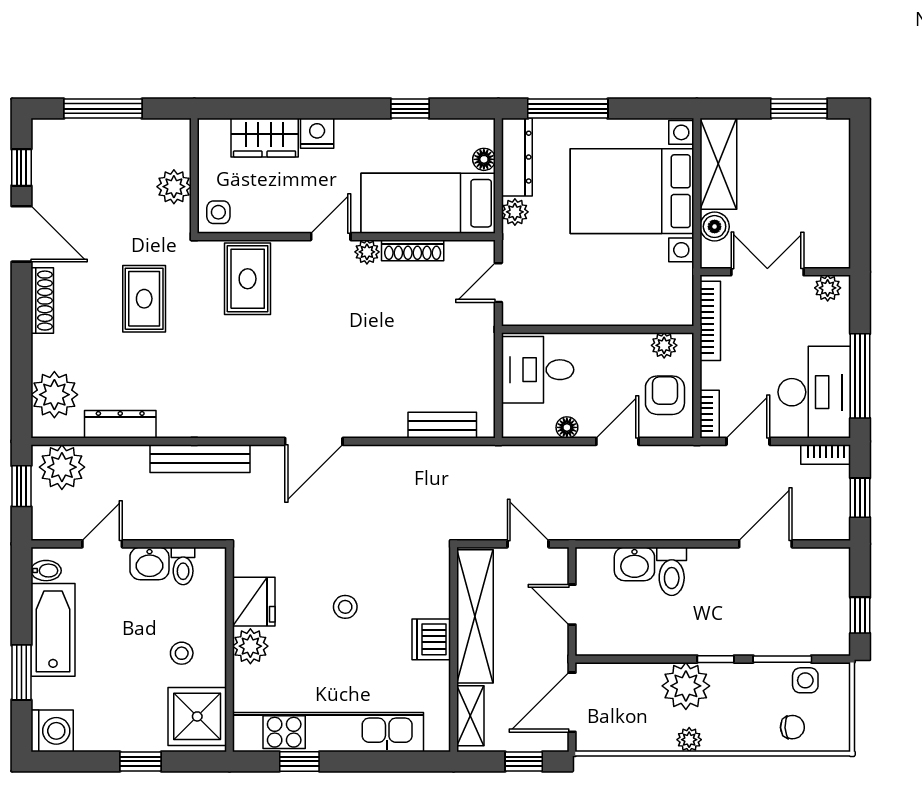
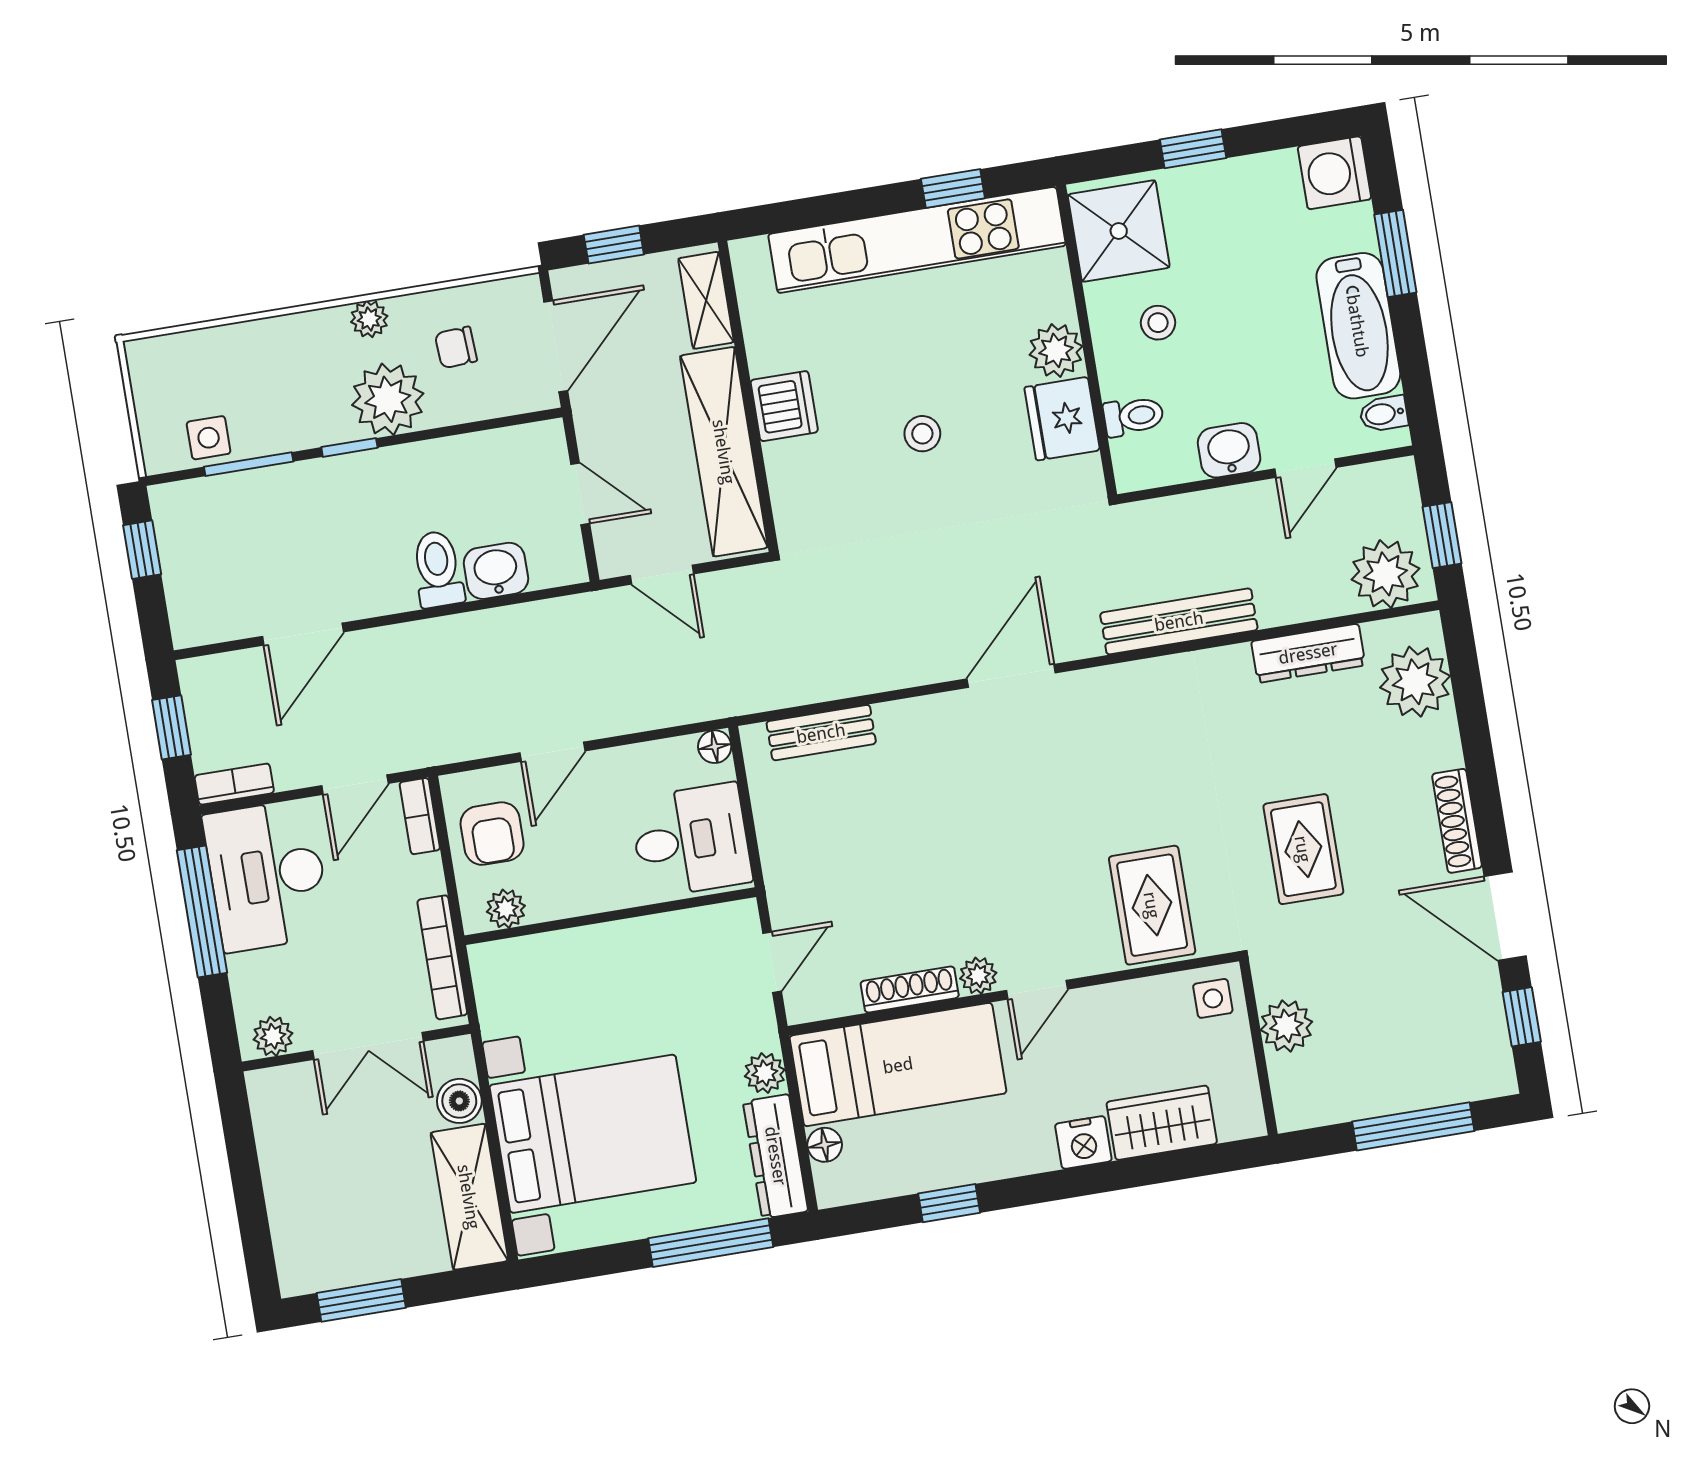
floor lamp: (567, 427) -> (715, 747), moved
toilet: (183, 566) -> (1134, 416), moved, turned 90
chair: (792, 727) -> (456, 347), moved

